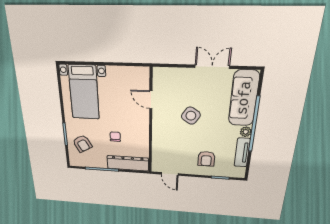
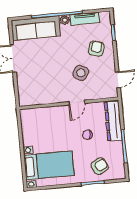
door: (151, 100) -> (77, 103), moved
side table: (191, 116) -> (81, 73), moved
armchair: (206, 159) -> (96, 49), turned -72

